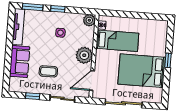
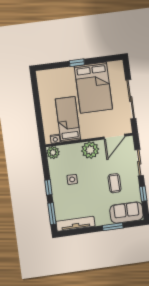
window: (8, 61) -> (113, 227), added
sofa: (20, 62) -> (127, 213), moved
door: (92, 81) -> (114, 137), hinge flipped

